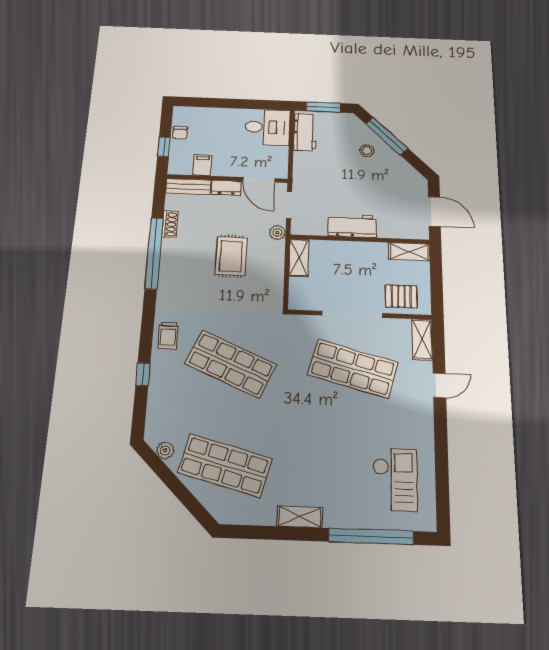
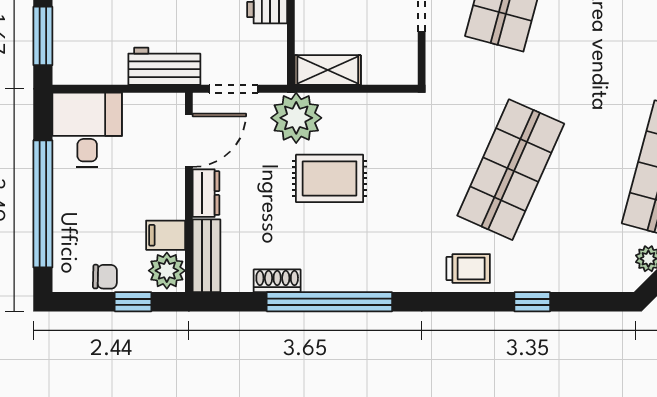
window: (225, 103) -> (43, 204), added
workbench: (305, 132) -> (164, 66), moved
plant: (181, 165) -> (167, 271), added
plant: (277, 232) -> (296, 118), width x1.88, depth x1.88

